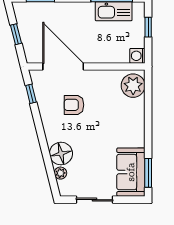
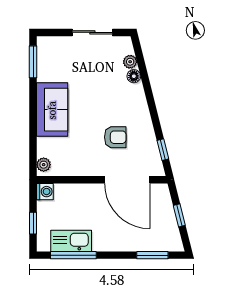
plant: (133, 86) -> (44, 165), width x0.53, depth x0.53
floor lamp: (61, 154) -> (134, 76), width x0.53, depth x0.53
sofa: (131, 172) -> (52, 110), moved

